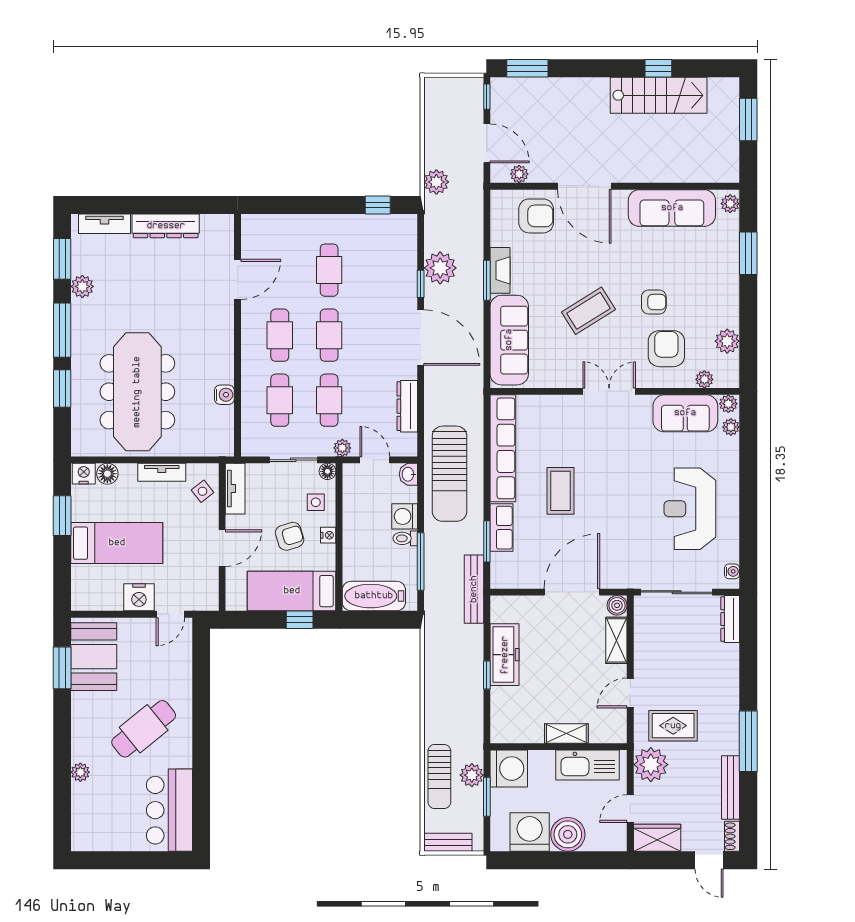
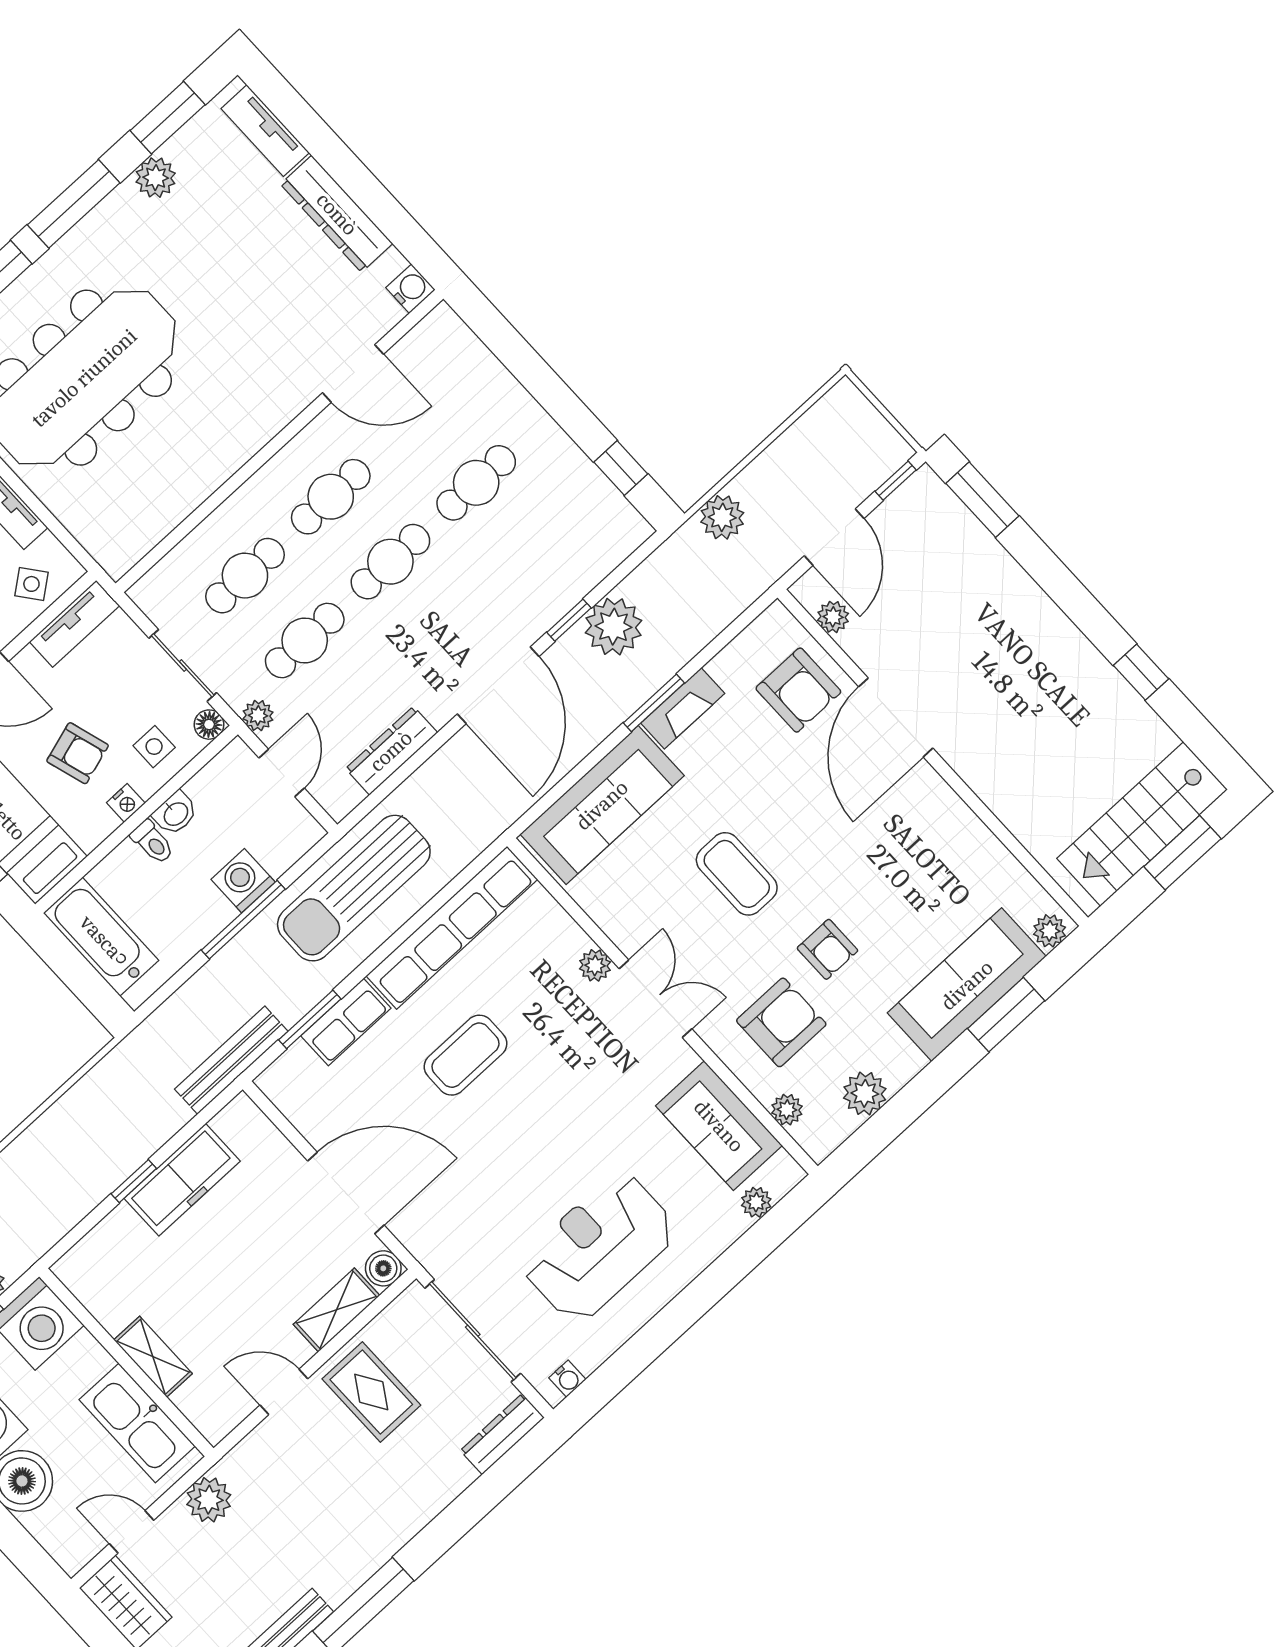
stairs: (659, 95) -> (1142, 824), moved, turned 90
sofa: (672, 208) -> (967, 985), moved, turned 90
coffee table: (588, 311) -> (737, 874), turned 32
water cooler: (224, 395) -> (410, 289), moved, turned -90
plant: (728, 404) -> (595, 965), moved
washbasin: (408, 474) -> (175, 813), moved, turned 180
toilet: (405, 538) -> (152, 842), moved, turned 180
window: (421, 561) -> (243, 920), moved
rug: (673, 726) -> (371, 1392), moved
plant: (651, 765) -> (209, 1500), width x0.73, depth x0.73

